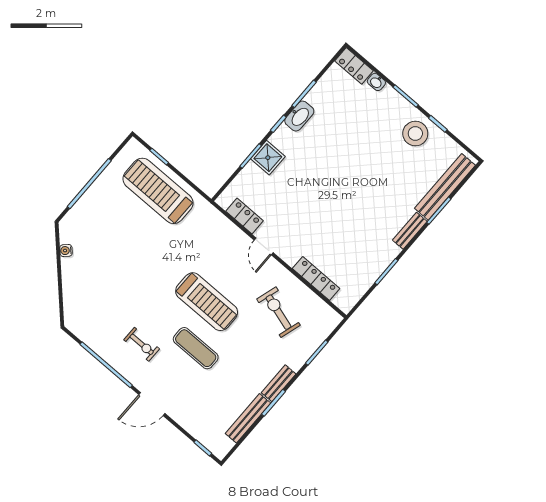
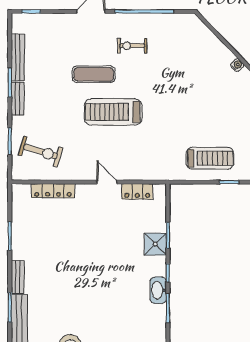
treadmill: (158, 191) -> (210, 158), width x0.73, depth x0.73
exercise bike: (278, 312) -> (41, 151), moved

